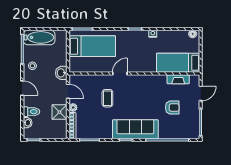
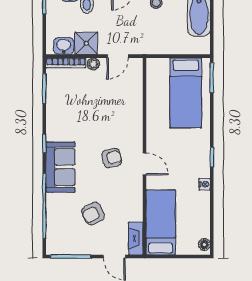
washbasin: (61, 73) -> (64, 46), moved
door: (120, 74) -> (144, 164), moved
fireplace: (178, 79) -> (136, 238), moved
armchair: (135, 95) -> (112, 158), added
coffee table: (107, 98) -> (107, 116), removed
armchair: (172, 107) -> (93, 214), turned 63
sofa: (135, 129) -> (60, 167), width x0.73

